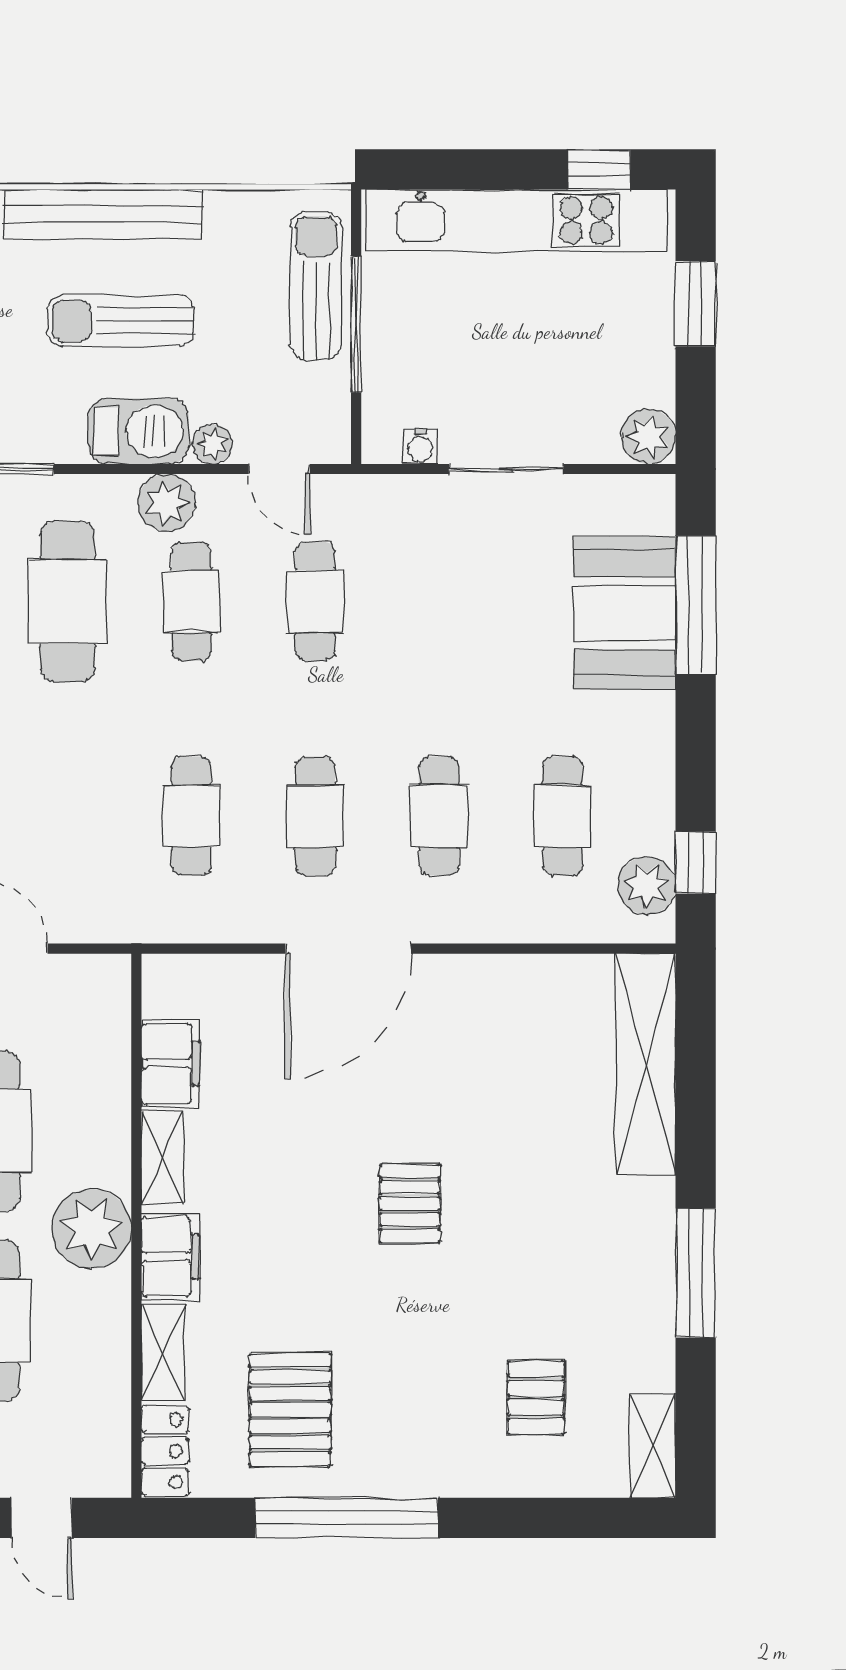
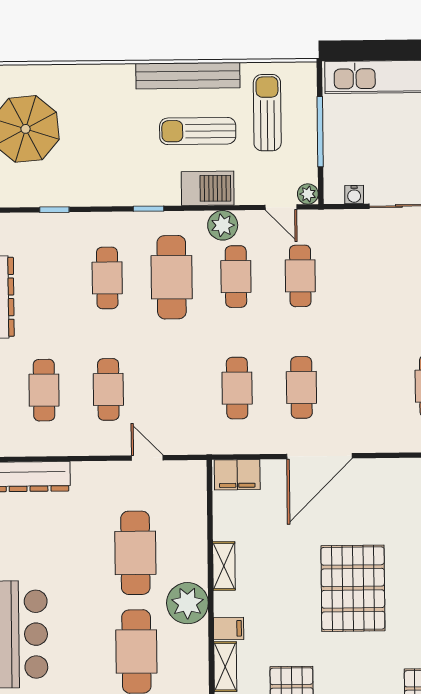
sun lounger: (316, 286) -> (267, 113), moved
plant: (213, 444) -> (308, 194), moved
cafe table: (439, 816) -> (366, 387), removed
filing cabinet: (170, 1064) -> (237, 475), moved, turned 90
pallet: (410, 1203) -> (353, 588), width x2.05, depth x2.00
filing cabinet: (170, 1257) -> (229, 628), width x0.50

